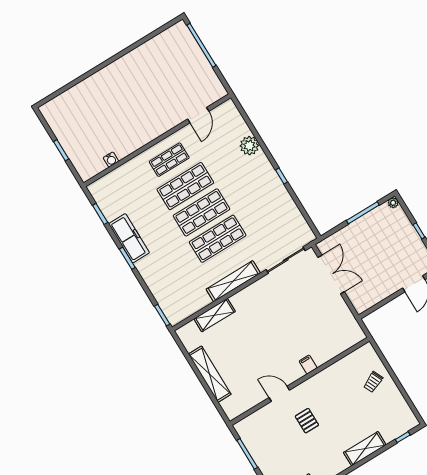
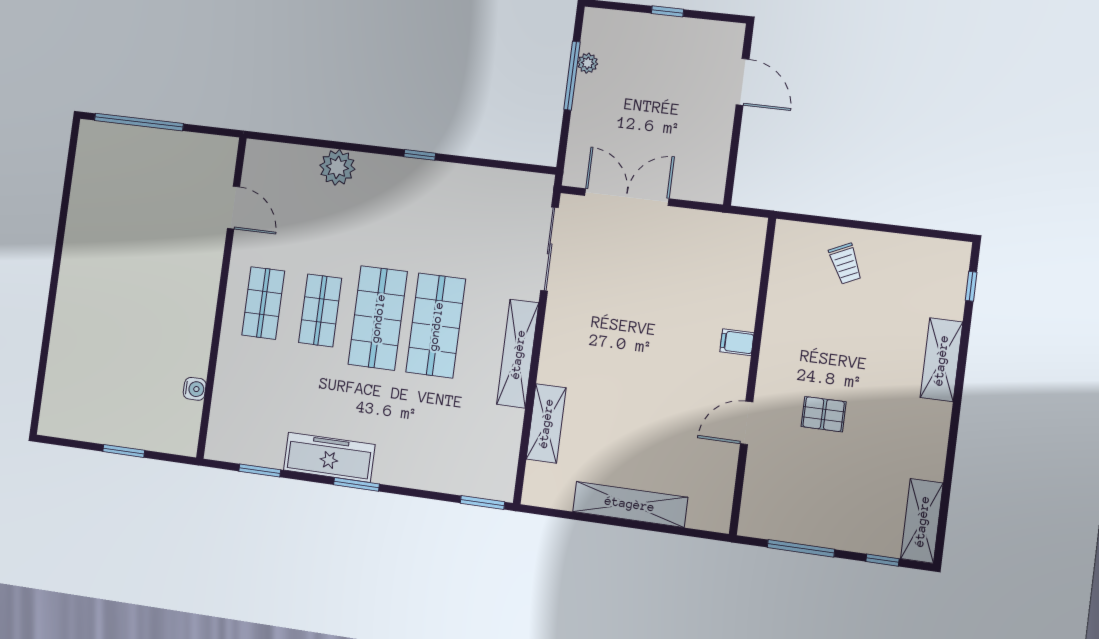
shop shelf: (185, 186) -> (320, 310), width x0.70, depth x0.74
plant: (393, 203) -> (588, 63), moved

